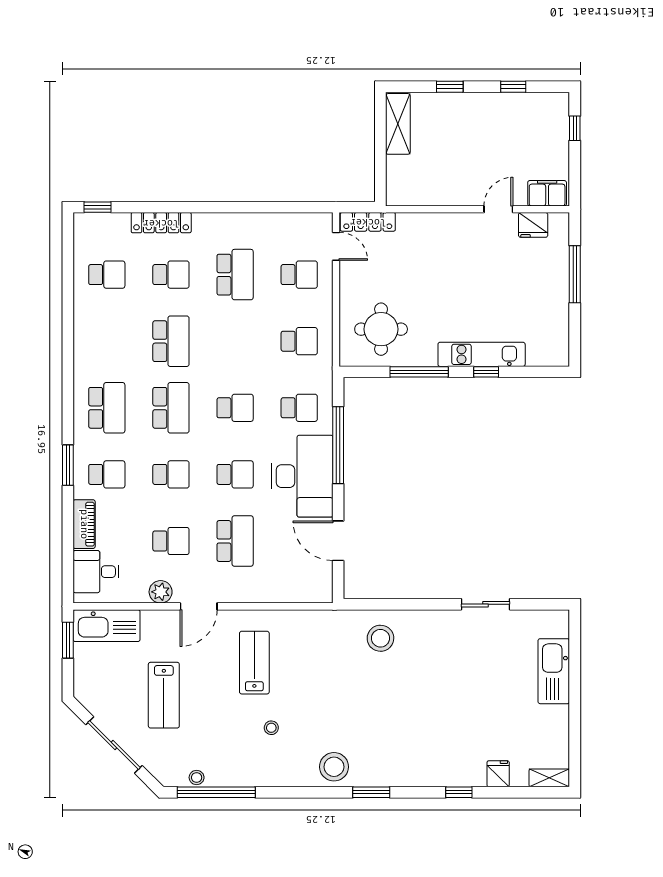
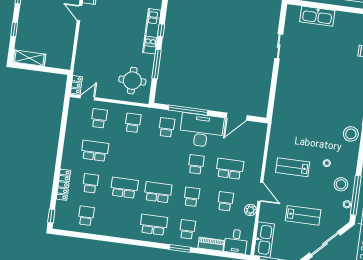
locker: (368, 222) -> (76, 85), width x0.66
school desk: (235, 408) -> (162, 160), removed
stool: (380, 638) -> (341, 184), moved

